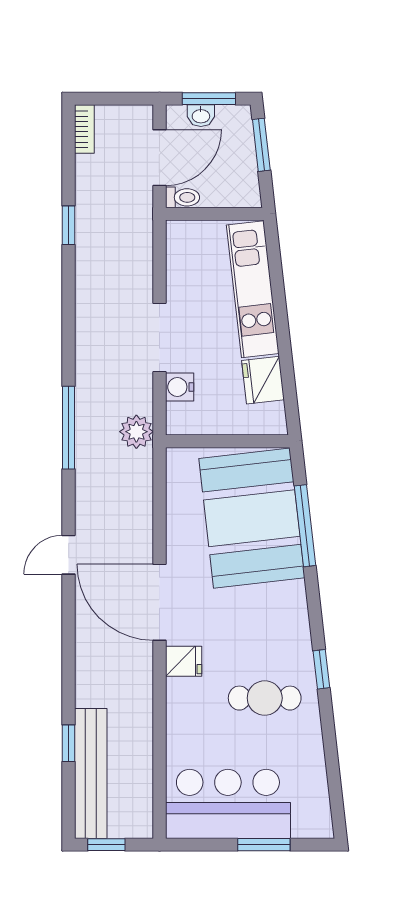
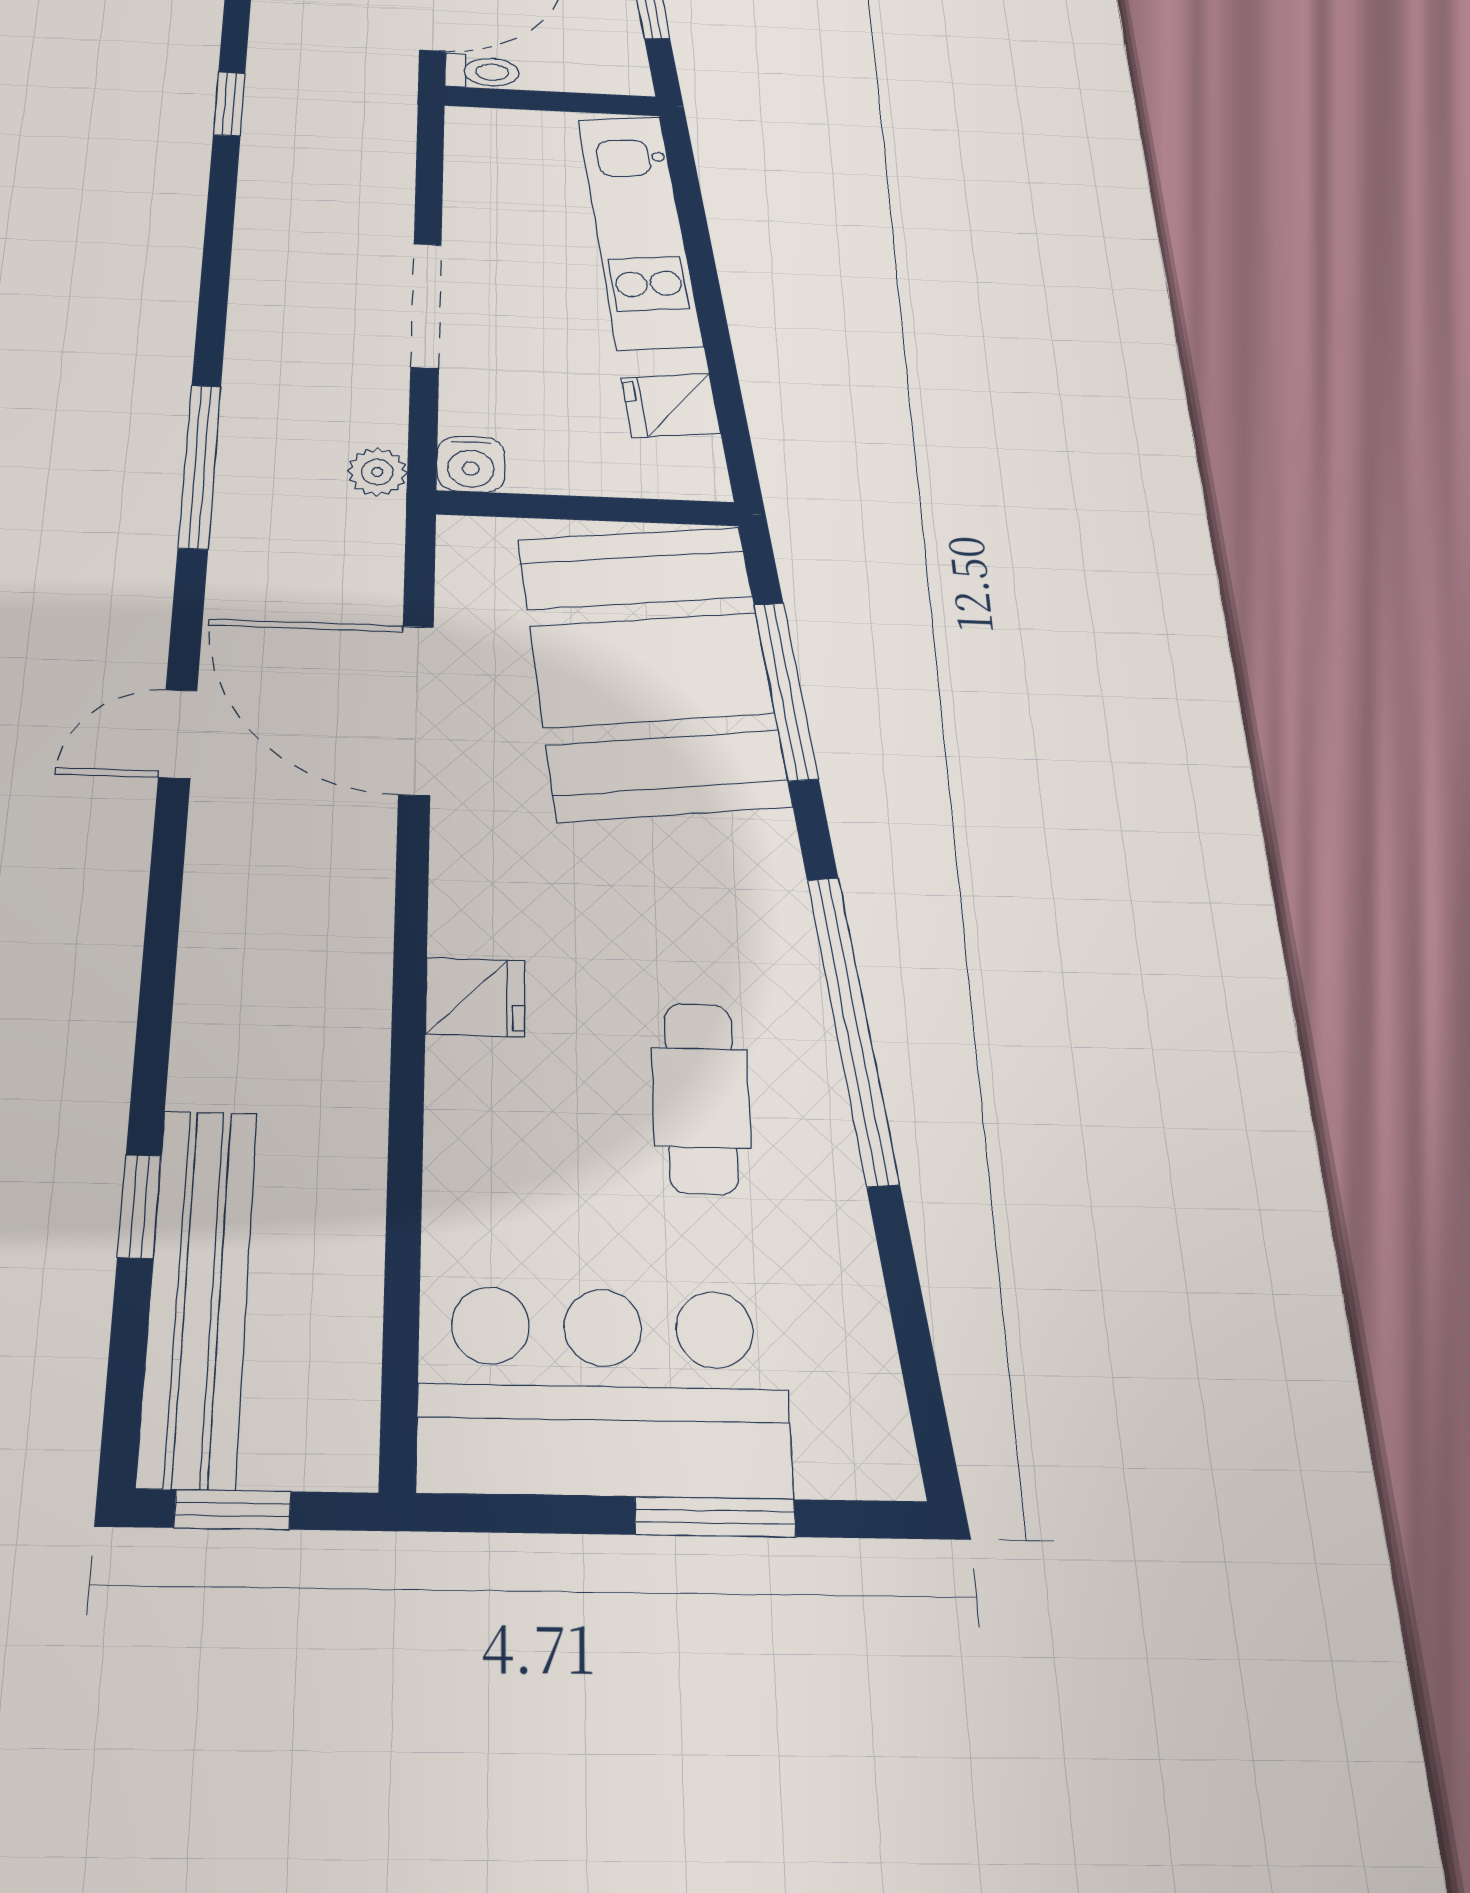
fridge: (263, 380) -> (671, 405), width x0.72
water cooler: (180, 387) -> (471, 464), moved, turned -90
plant: (136, 432) -> (377, 472), width x0.73, depth x0.73
door: (159, 602) -> (416, 709), moved
window: (321, 669) -> (852, 1028), width x3.17
cafe table: (265, 698) -> (701, 1097), turned 90

